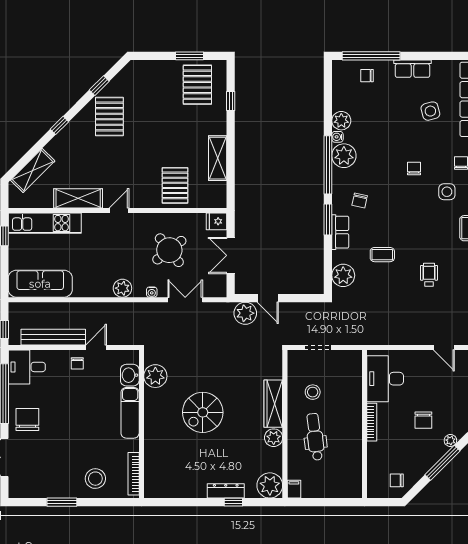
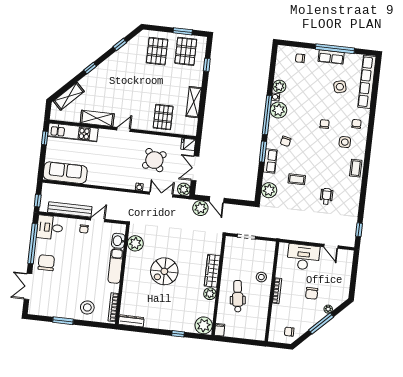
window: (371, 56) -> (335, 49), moved
pallet: (109, 116) -> (157, 51), moved
plant: (122, 288) -> (184, 189), moved
desk: (385, 379) -> (303, 257), moved, turned 90
stool: (313, 392) -> (261, 277), moved
dresser: (226, 491) -> (131, 321), moved

